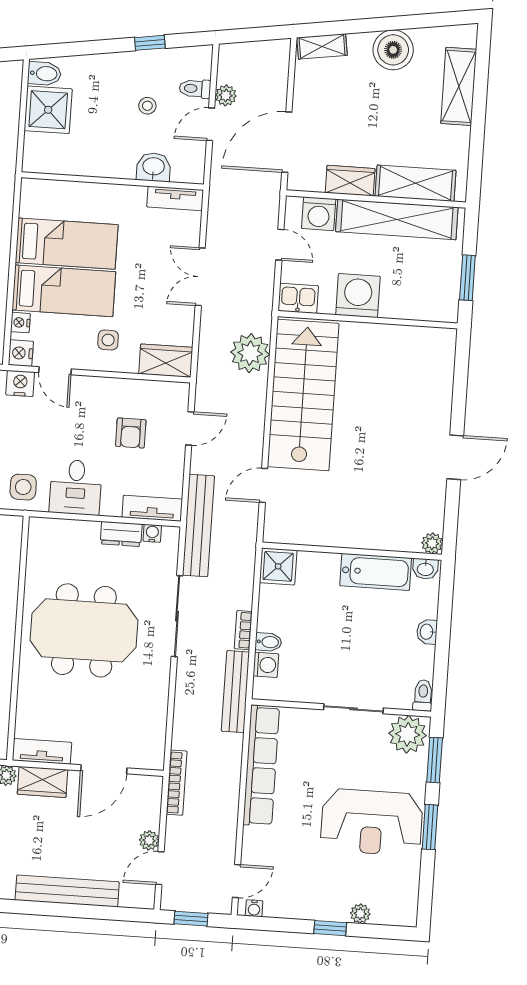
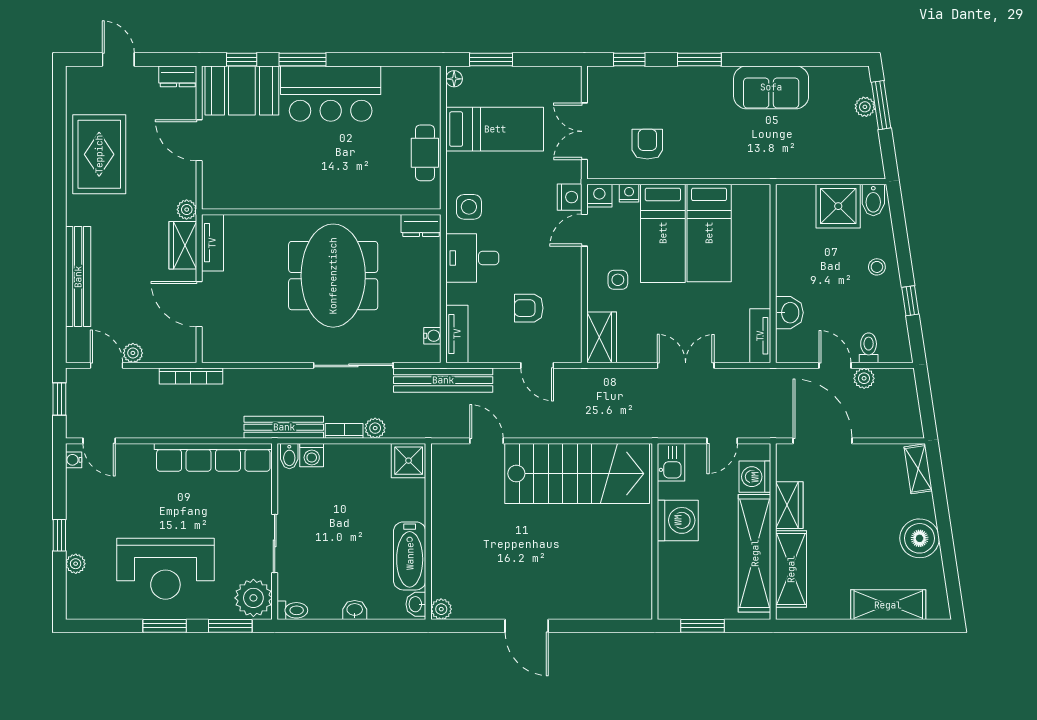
stool: (147, 106) -> (877, 267), moved
plant: (250, 353) -> (375, 428), moved, width x0.53, depth x0.53
dresser: (121, 534) -> (421, 225), moved, turned -90
bidet: (268, 642) -> (289, 456), moved
reception desk: (372, 822) -> (165, 569), turned -90

